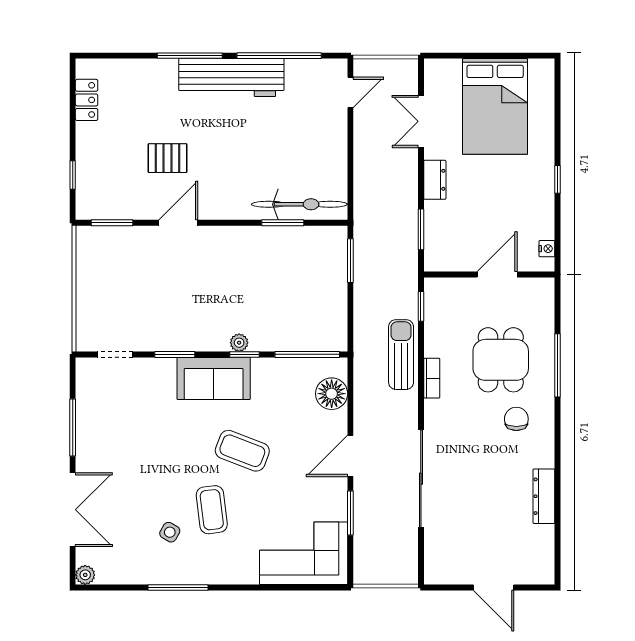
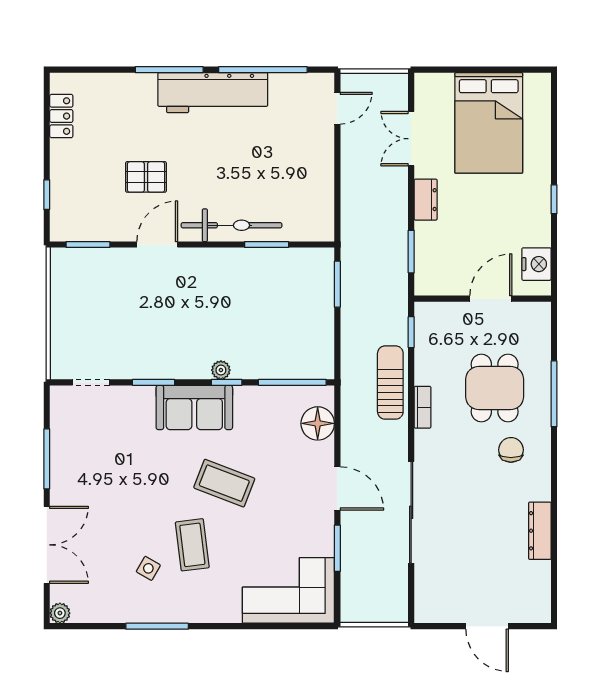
bicycle: (299, 204) -> (231, 225), moved
nightstand: (547, 249) -> (536, 264), width x1.89, depth x1.79
door: (350, 456) -> (337, 489), swing flipped

